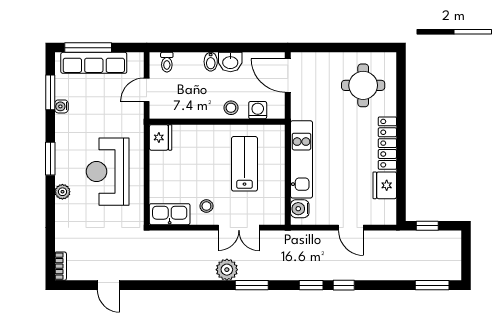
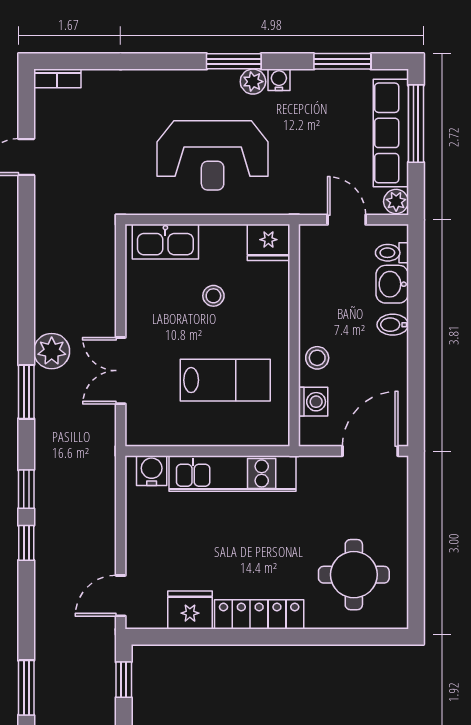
plant: (136, 60) -> (396, 202), added
washbasin: (230, 62) -> (392, 284), moved
water cooler: (61, 106) -> (279, 80), moved
reception desk: (108, 172) -> (213, 155), turned 180
plant: (62, 192) -> (253, 82), moved
stool: (206, 206) -> (213, 296), moved
kitchen sink: (170, 214) -> (165, 242), moved, turned 90
door: (351, 228) -> (121, 596), moved

